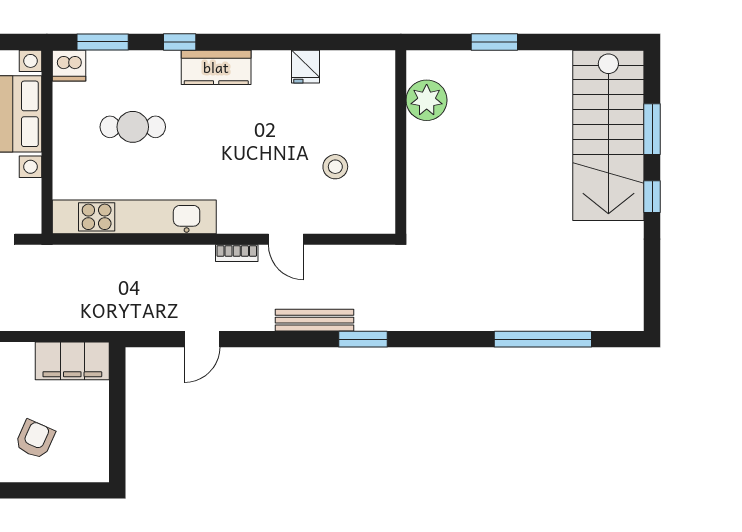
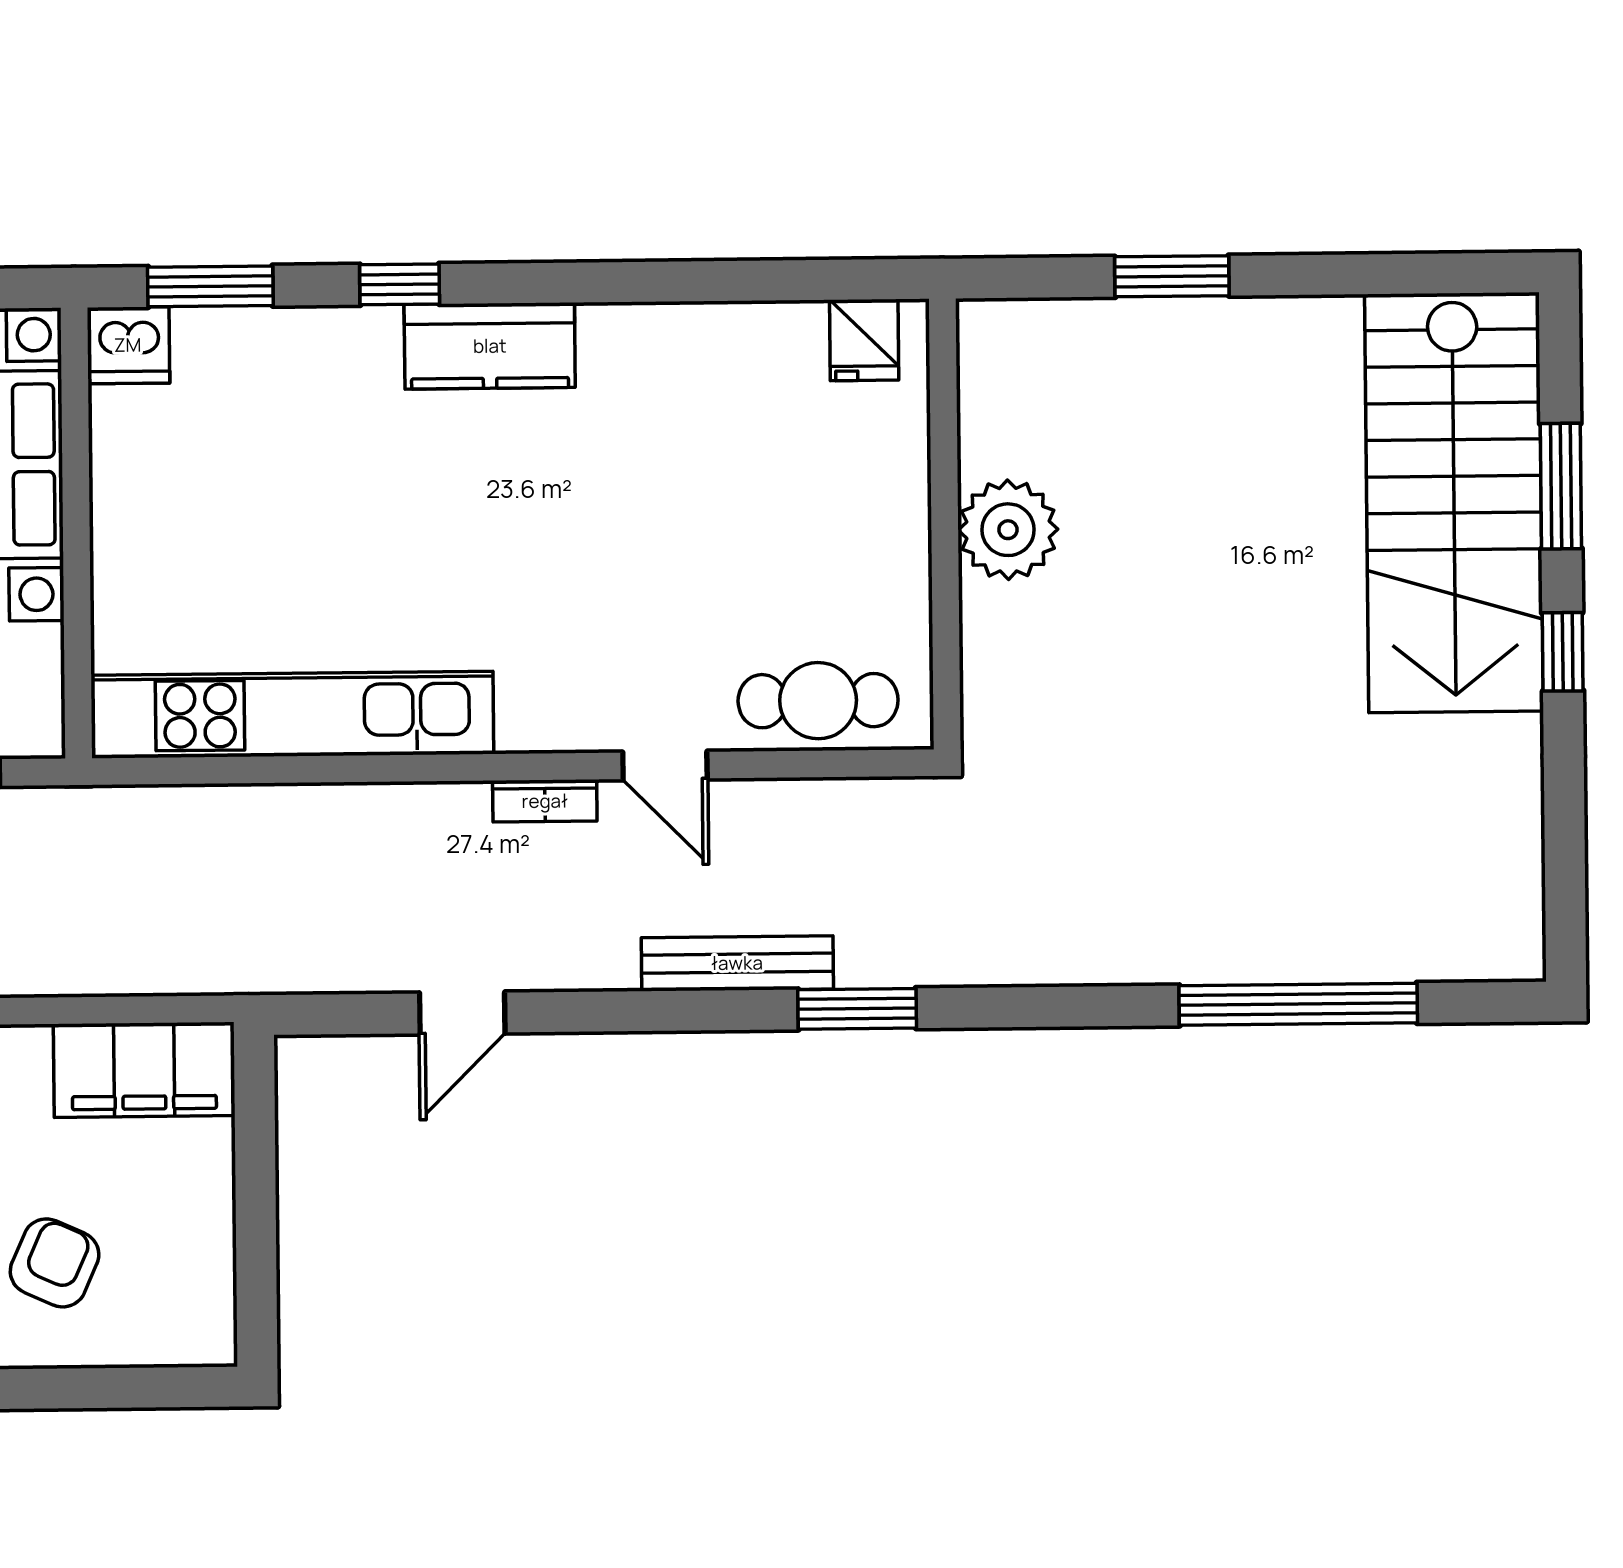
fridge: (306, 67) -> (864, 340), moved
plant: (427, 100) -> (1008, 530), moved
cafe table: (133, 127) -> (818, 701), moved
stool: (335, 167) -> (784, 586), removed

